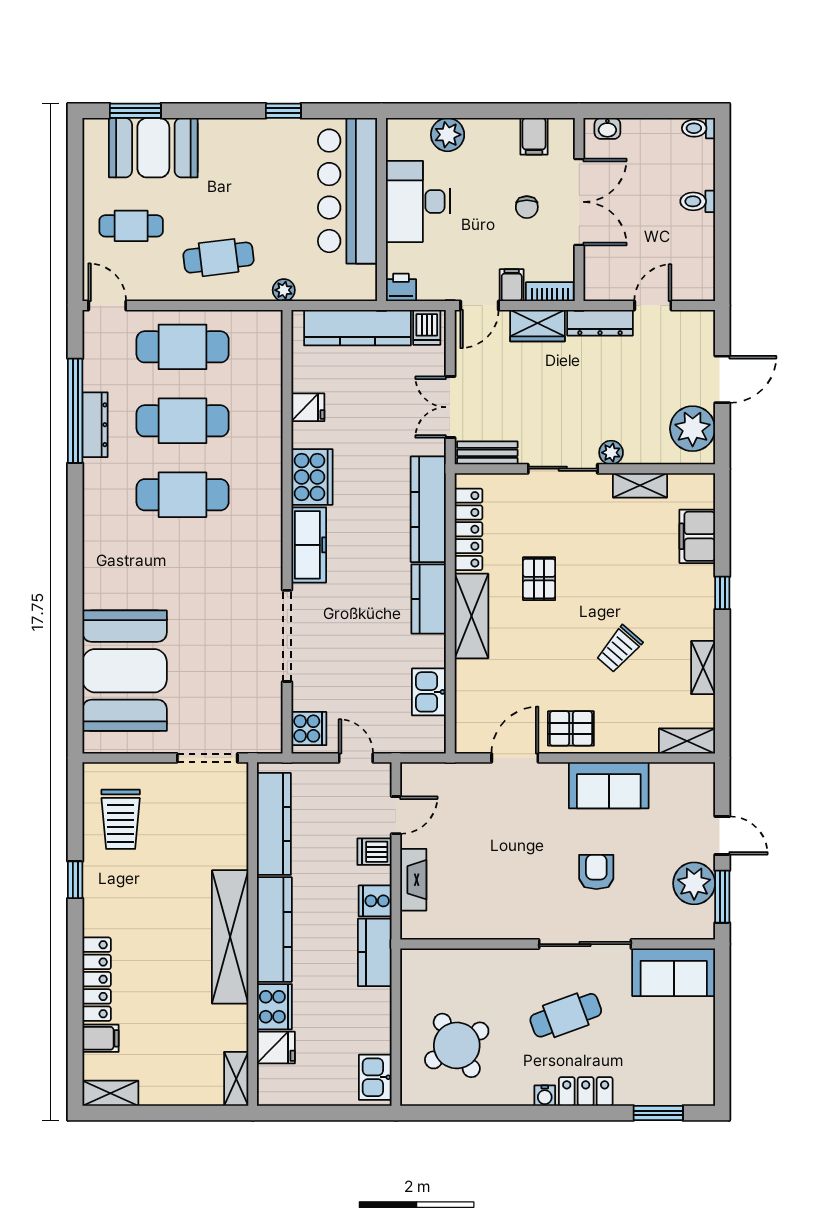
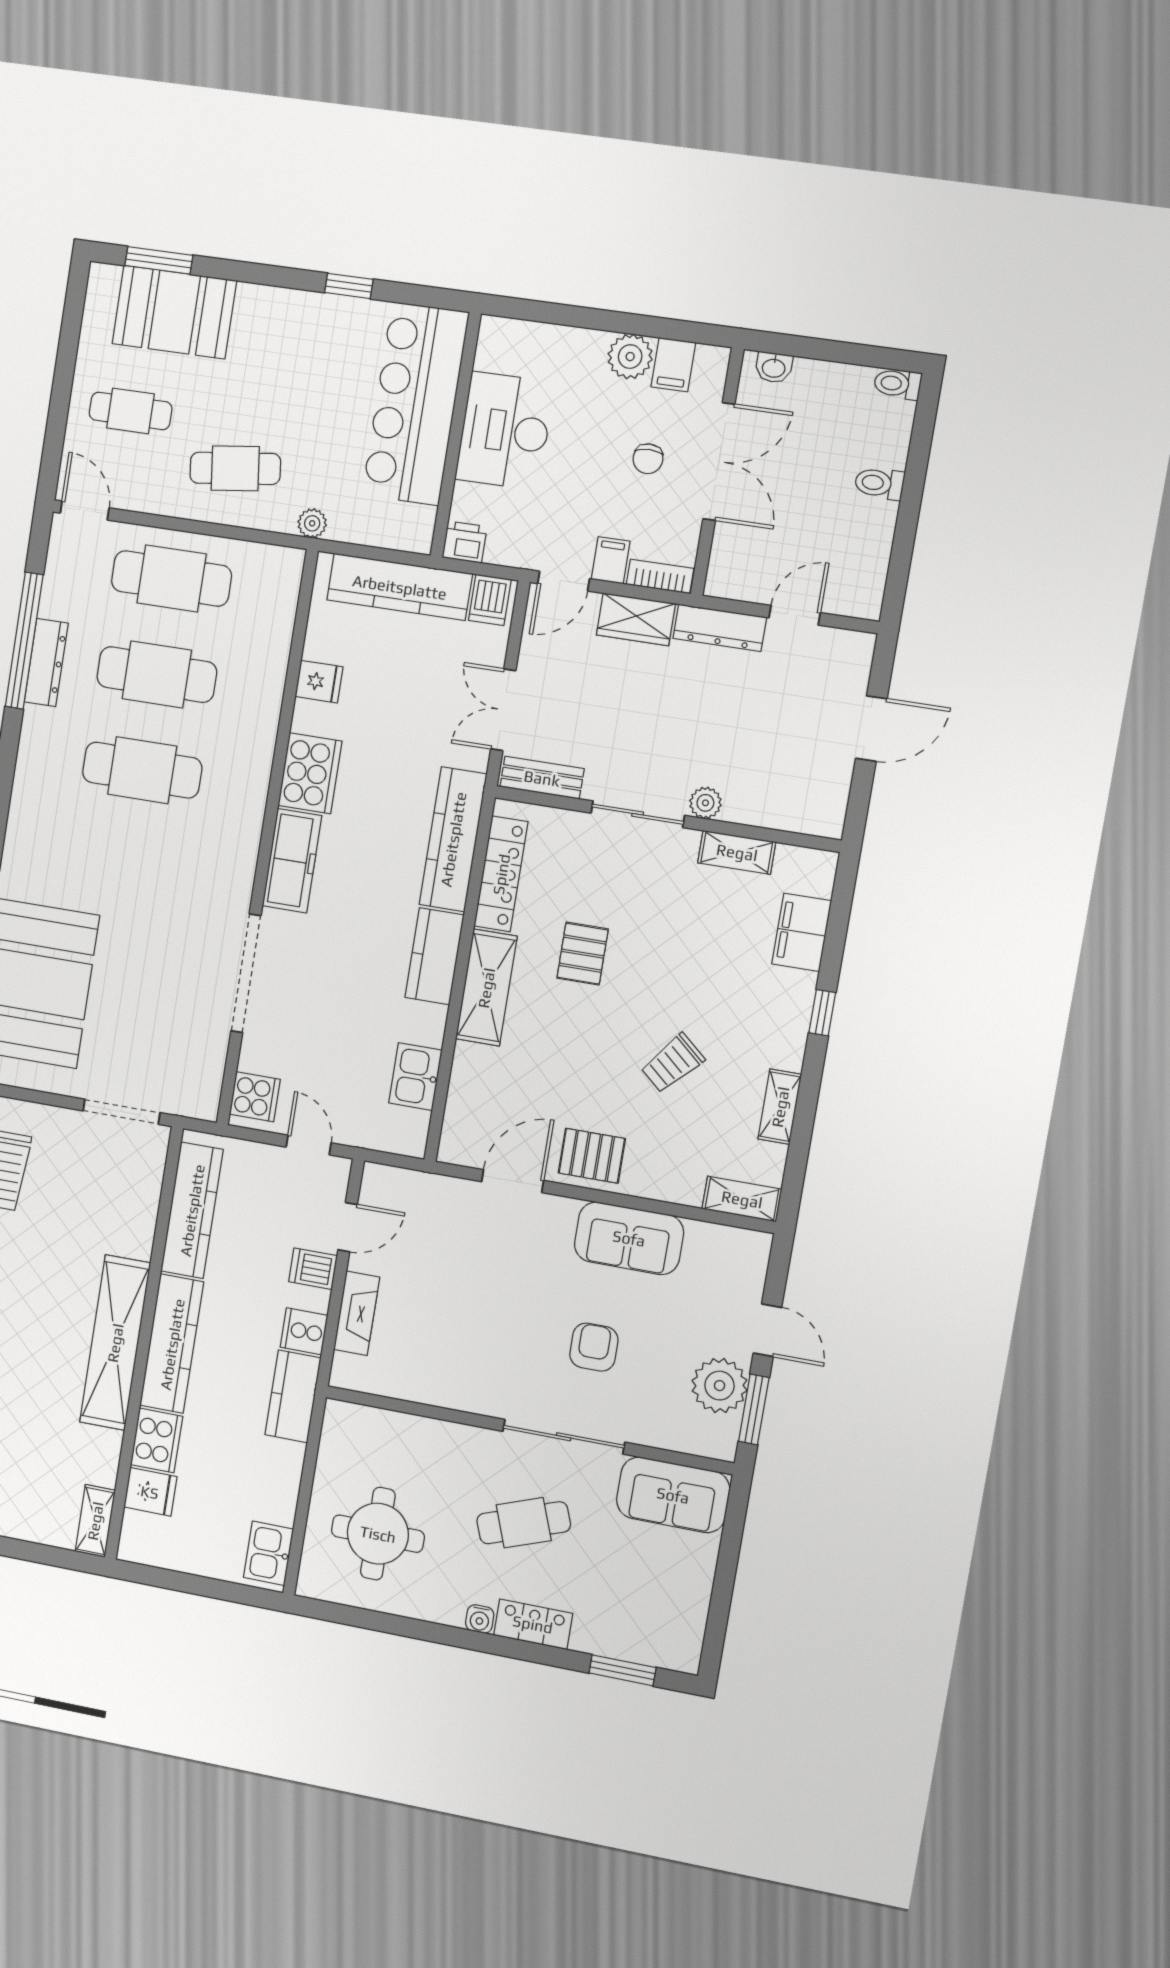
plant: (448, 135) -> (630, 357), moved
plant: (693, 429) -> (820, 788), removed
round table: (457, 1045) -> (378, 1534), turned 32

